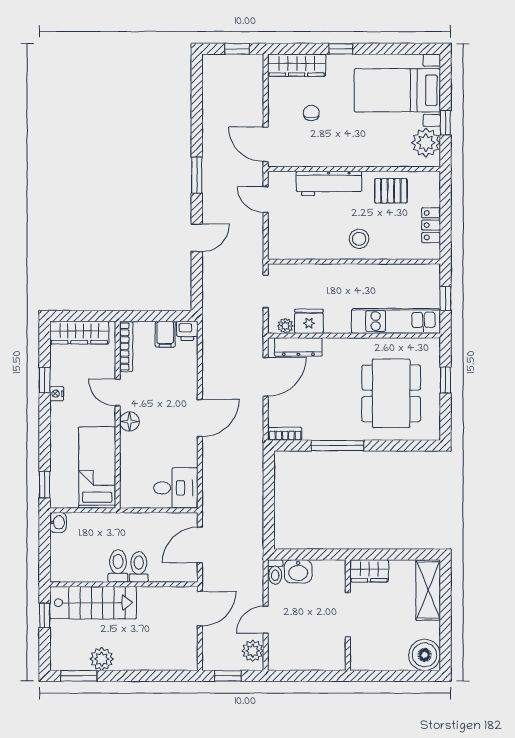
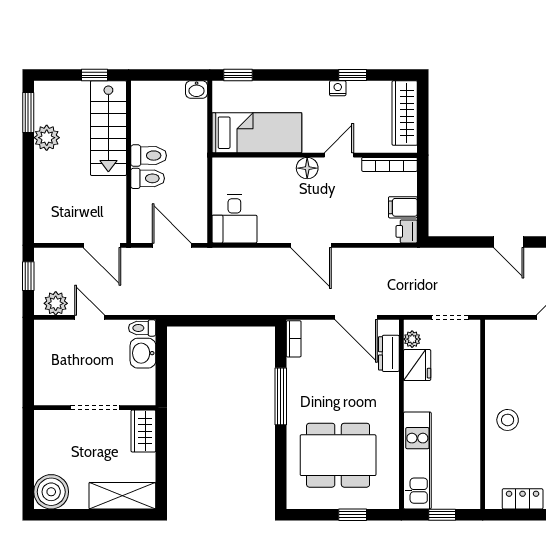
dresser: (298, 347) -> (389, 353), width x0.70

